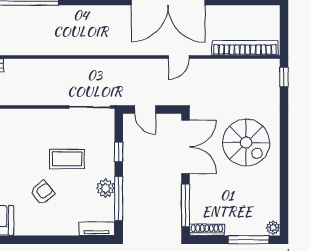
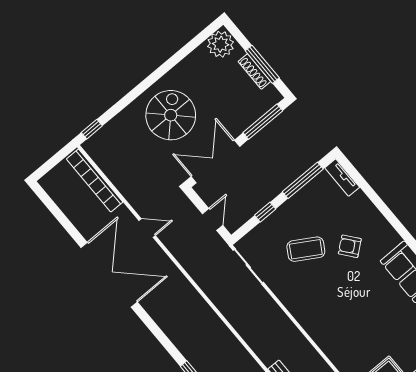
coffee table: (67, 159) -> (306, 249), turned -59
plant: (105, 188) -> (304, 198), removed
plant: (273, 228) -> (221, 44), width x1.87, depth x1.87
shoe rack: (207, 230) -> (254, 71), moved
window: (248, 240) -> (262, 64), moved

